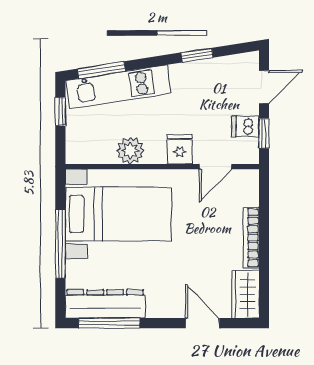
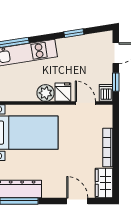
dishwasher: (245, 126) -> (106, 93), moved, turned 90
plant: (130, 151) -> (46, 93), moved
door: (215, 167) -> (85, 103), swing flipped

